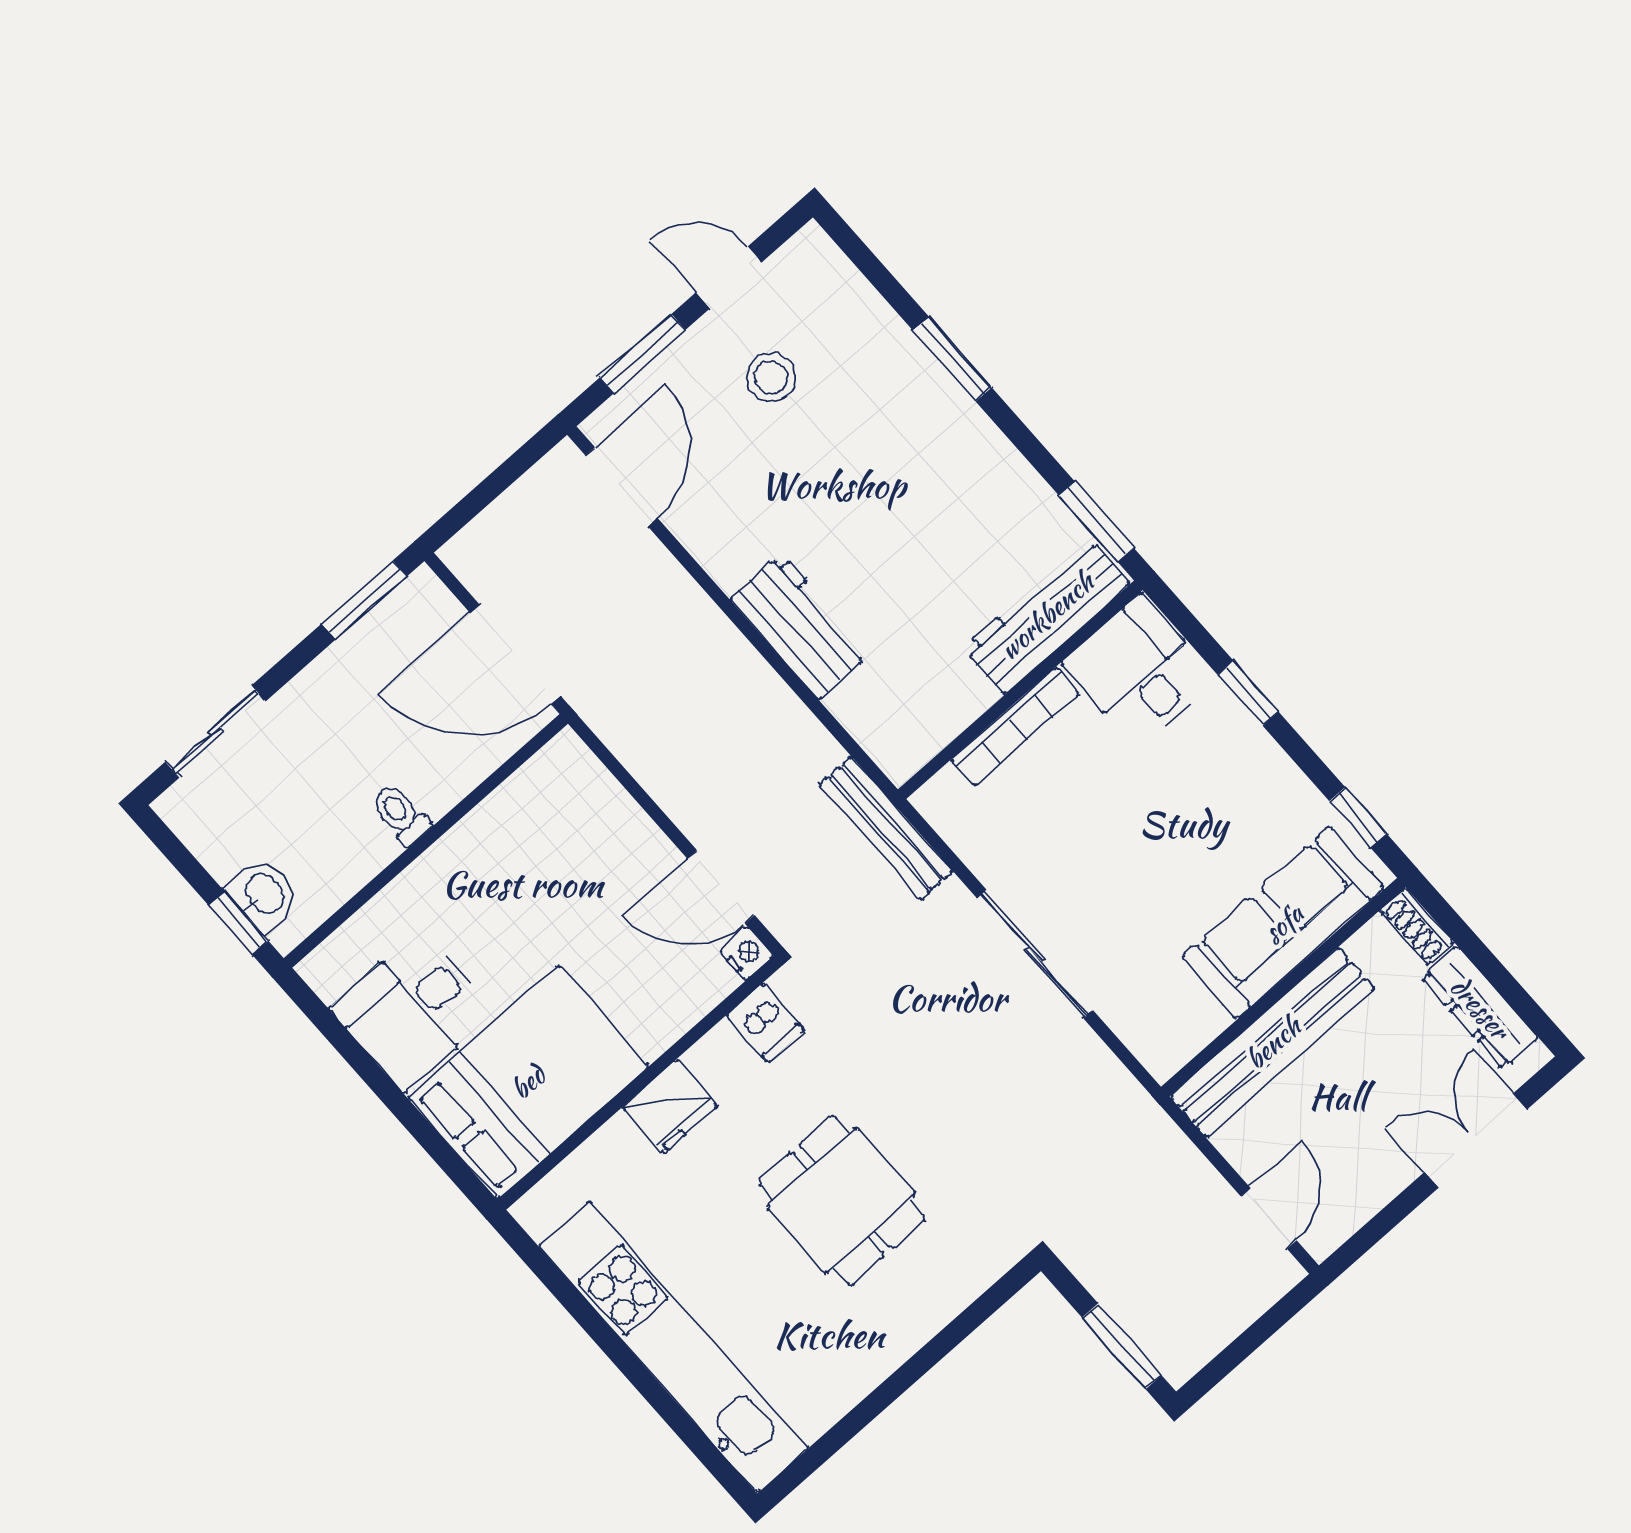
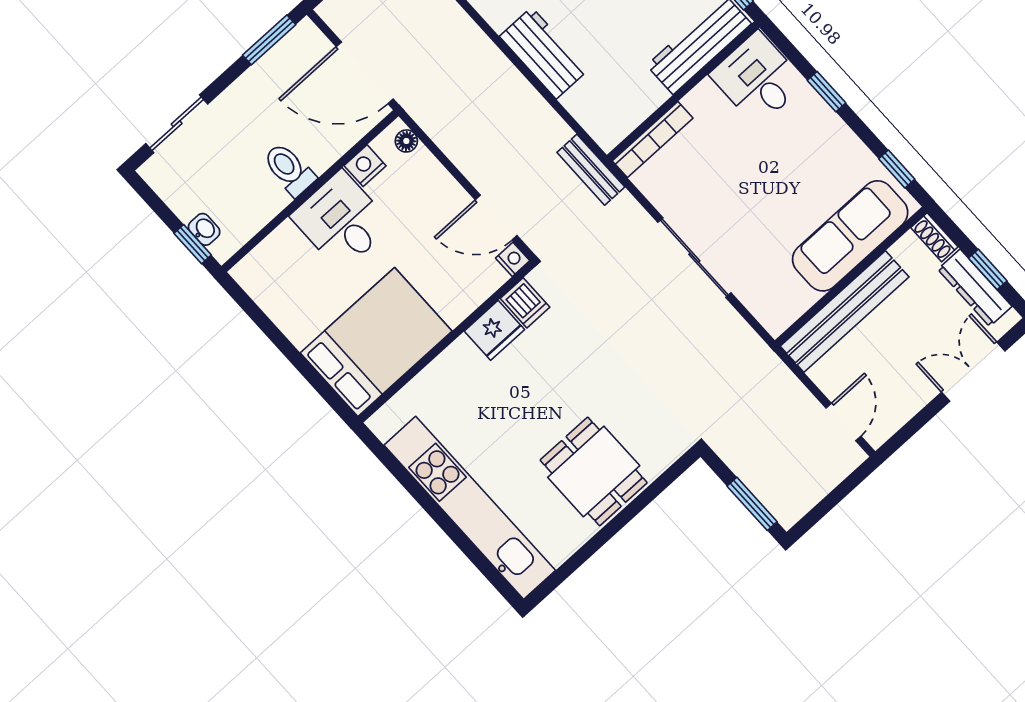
bookcase: (1015, 727) -> (653, 140), moved
floor lamp: (580, 763) -> (406, 141), added
nightstand: (514, 802) -> (365, 166), added
toilet: (401, 815) -> (289, 169), width x1.37, depth x1.39
bench: (886, 828) -> (591, 170), width x0.73
washbasin: (263, 894) -> (204, 229), width x0.72, depth x0.69
window: (1501, 979) -> (988, 269), added
desk: (413, 1010) -> (341, 221), moved, turned 90
fridge: (670, 1107) -> (494, 330), moved
dining table: (842, 1200) -> (594, 471), moved

